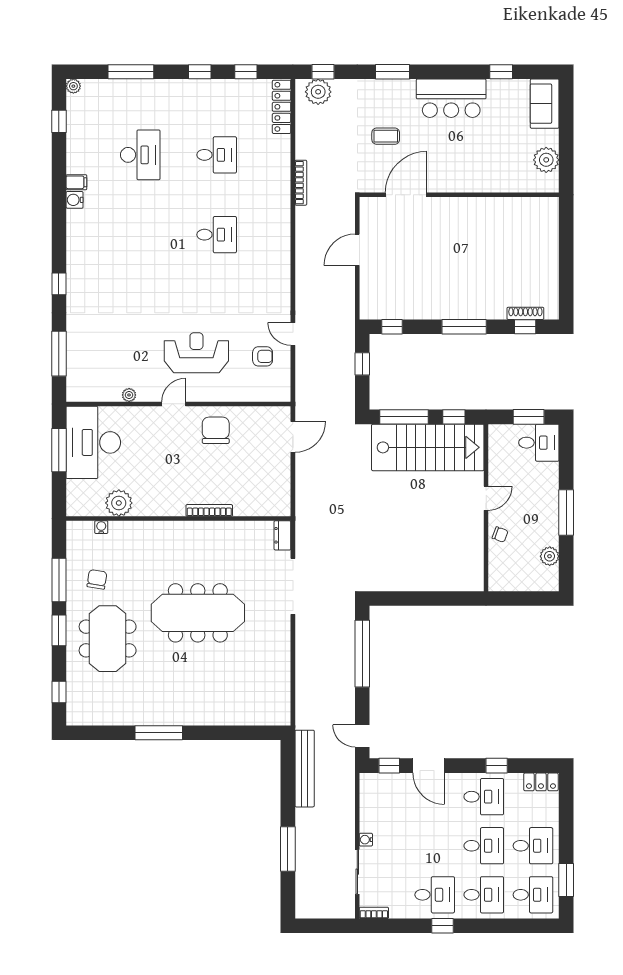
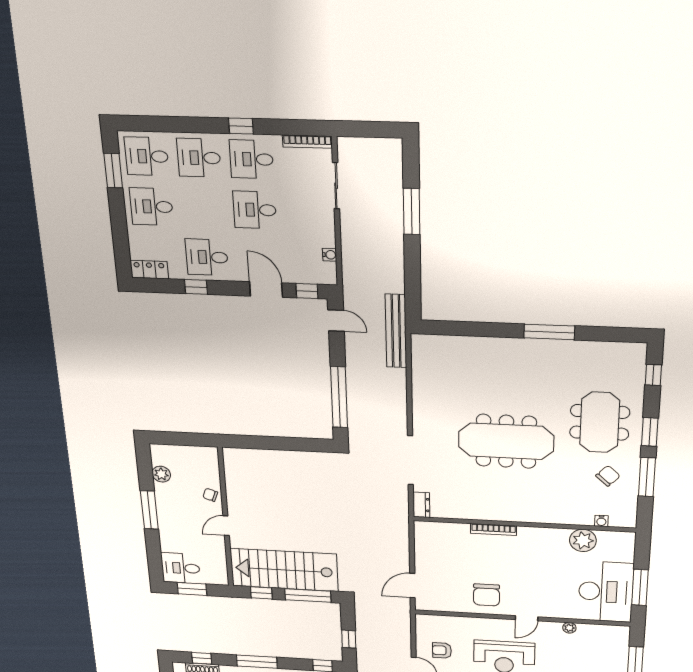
chair: (97, 579) -> (608, 476), turned -146
bench: (305, 769) -> (396, 331), moved
water cooler: (366, 840) -> (330, 255), moved
desk: (484, 846) -> (255, 210), moved
bookcase: (374, 913) -> (307, 142), width x1.56

